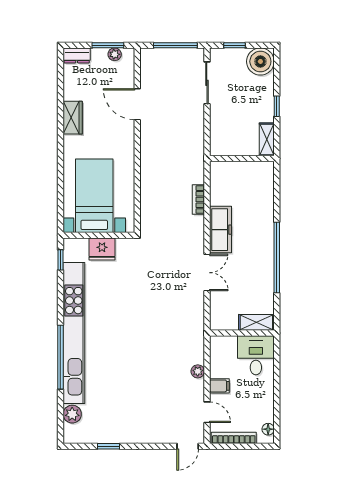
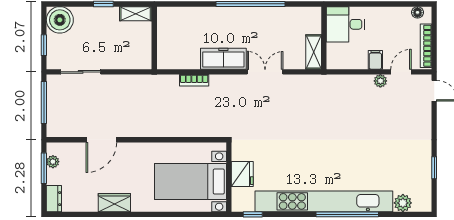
shelving: (256, 322) -> (314, 52), moved
plant: (198, 371) -> (380, 81), moved

